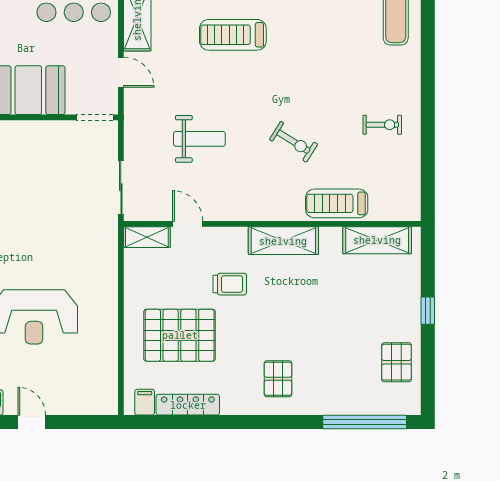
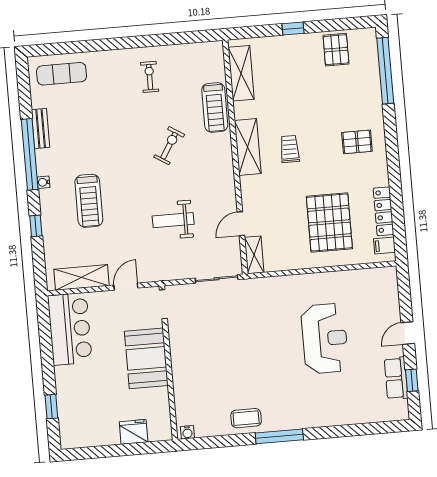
weight bench: (199, 139) -> (173, 220), turned -90
trolley: (230, 284) -> (290, 149), moved
pallet: (396, 362) -> (336, 50), turned 90

